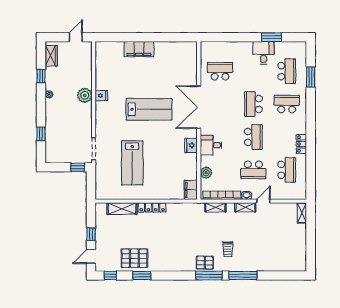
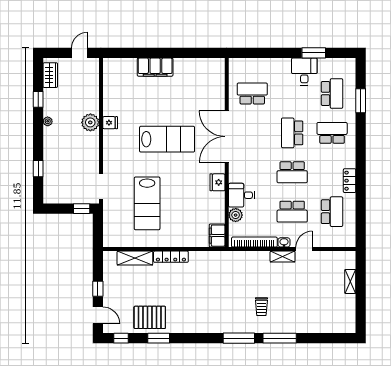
school desk: (253, 137) -> (292, 172), turned 90
desk: (211, 145) -> (241, 195), moved
shelving: (215, 207) -> (247, 257), removed
shelving: (302, 213) -> (350, 281), moved
door: (91, 256) -> (98, 315), swing flipped
pallet: (205, 263) -> (234, 323), removed

